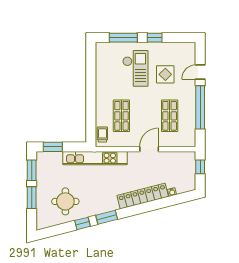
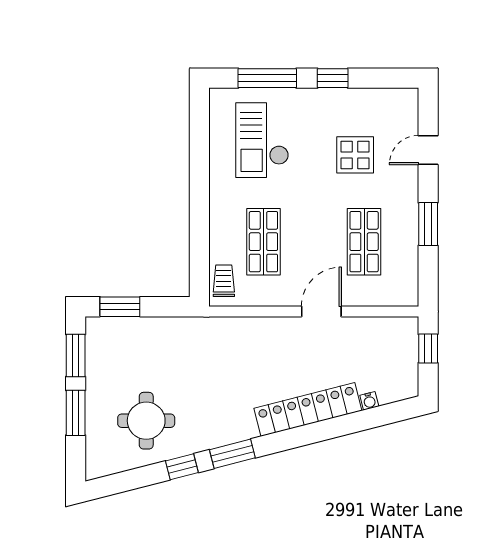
checkout: (135, 68) -> (262, 140), moved, turned 180
window: (200, 107) -> (428, 224), width x0.47
kitchen unit: (95, 158) -> (208, 330), removed

